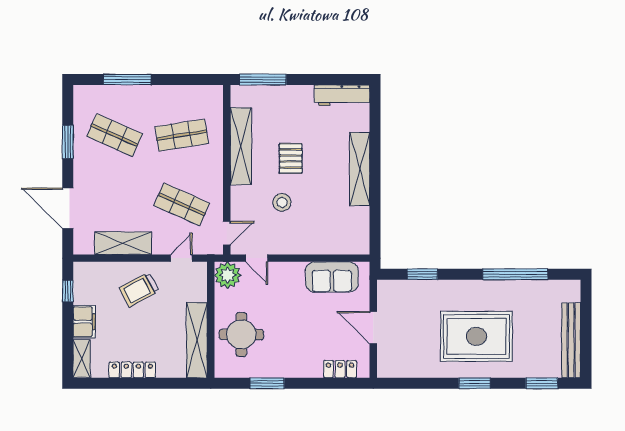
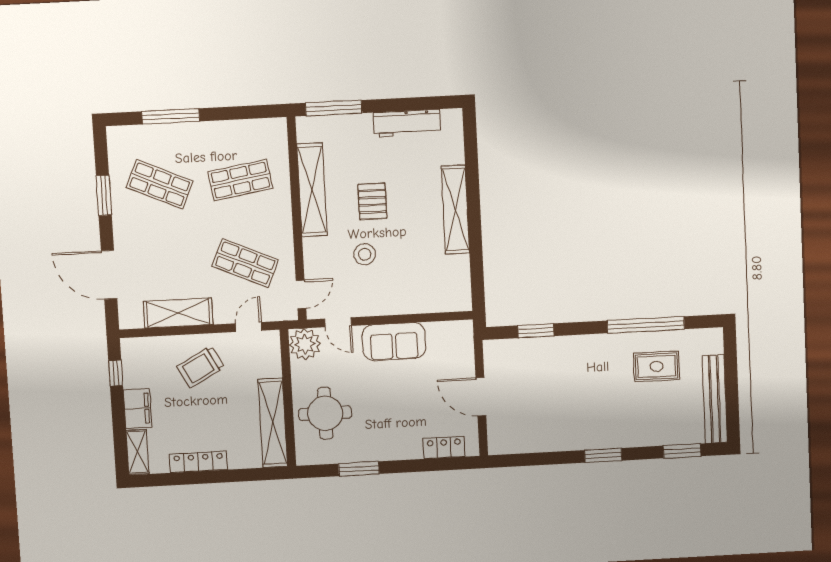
workbench: (342, 95) -> (407, 123), moved
sofa: (332, 277) -> (394, 342), moved
rug: (476, 336) -> (657, 366), moved, width x0.54, depth x0.49

